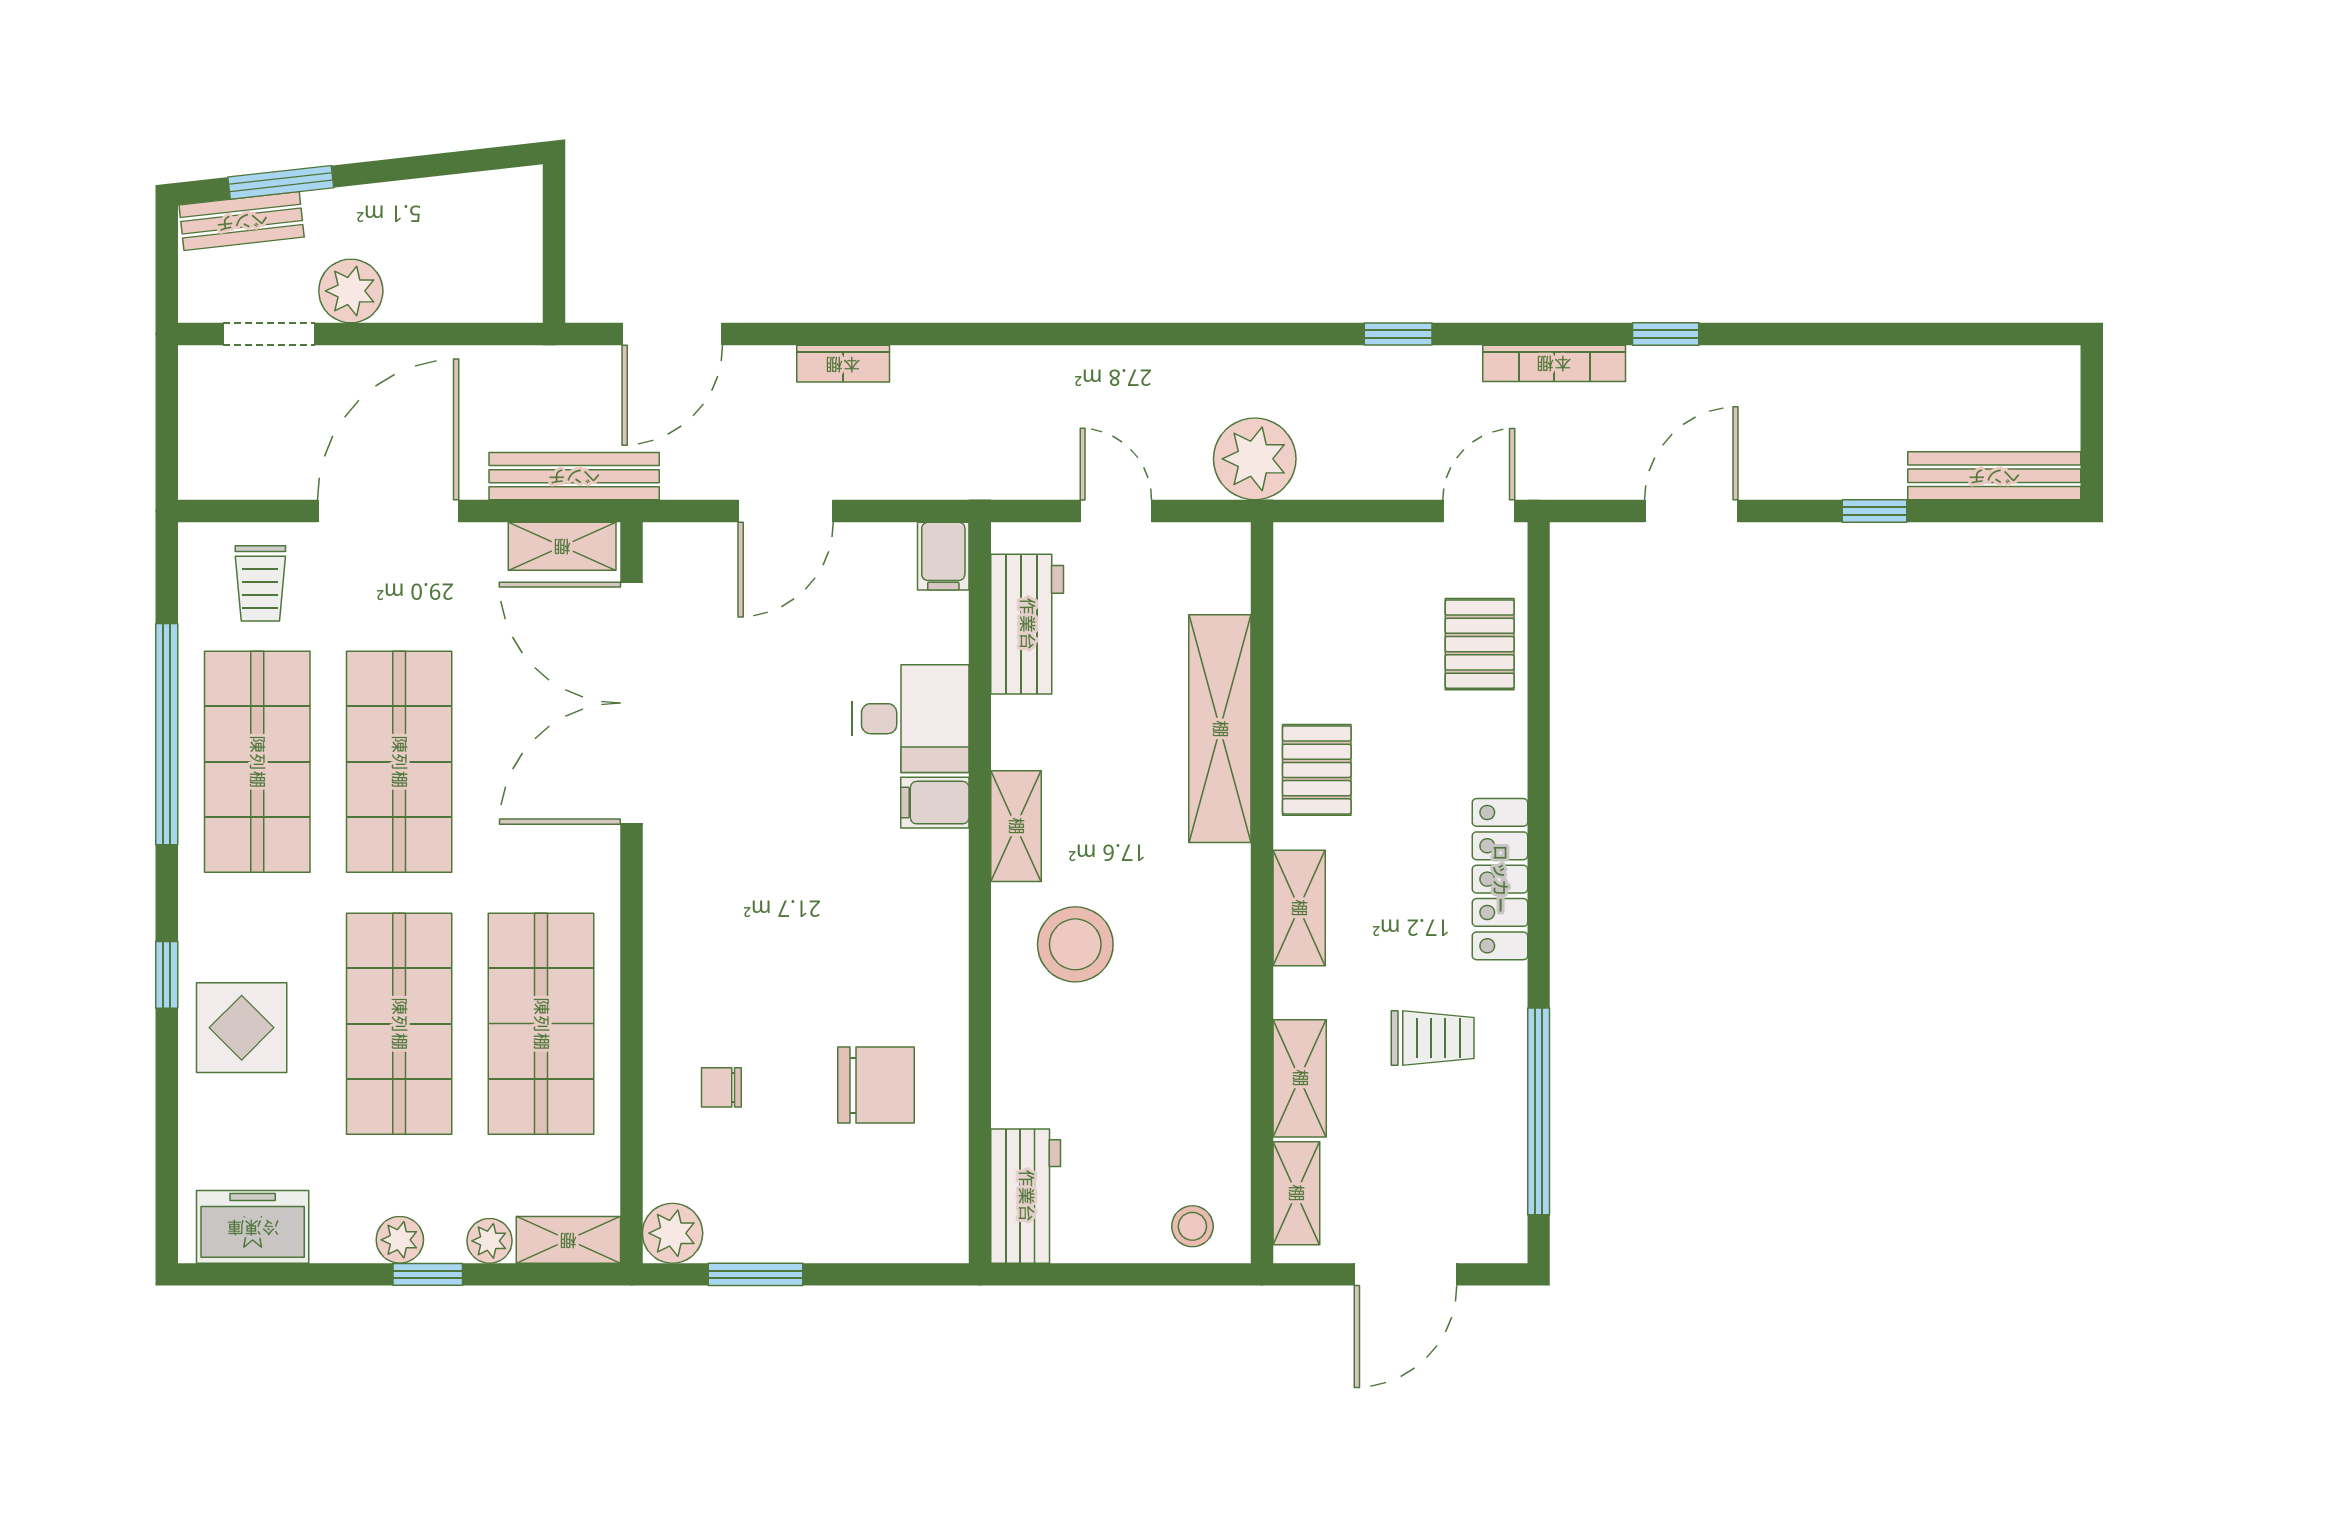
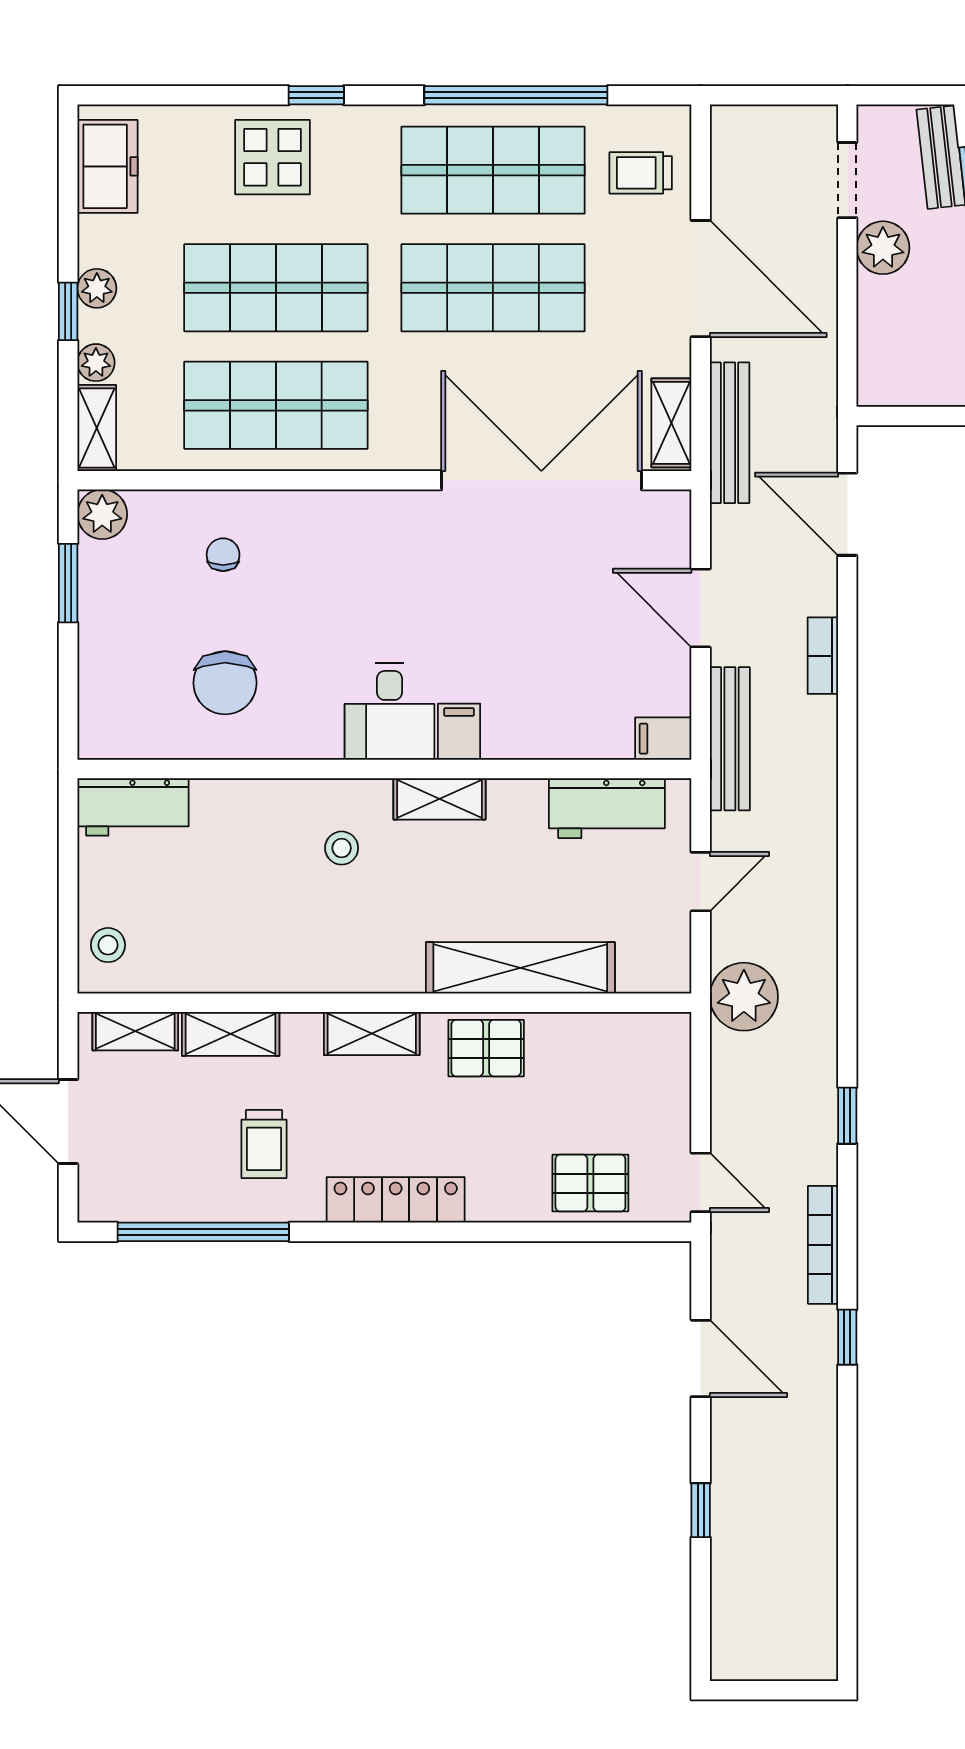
bench: (1994, 476) -> (730, 739), moved
desk: (911, 719) -> (390, 712), moved
stool: (1075, 944) -> (342, 848), width x0.53, depth x0.53

